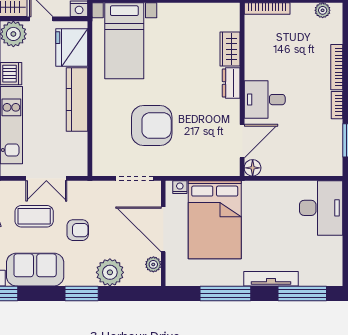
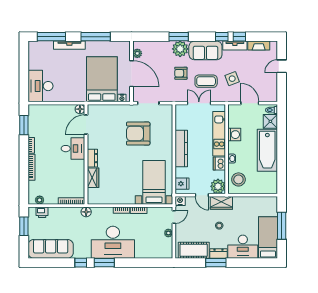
fridge: (72, 47) -> (182, 184), width x0.53, depth x0.75
plant: (110, 272) -> (180, 49), moved

